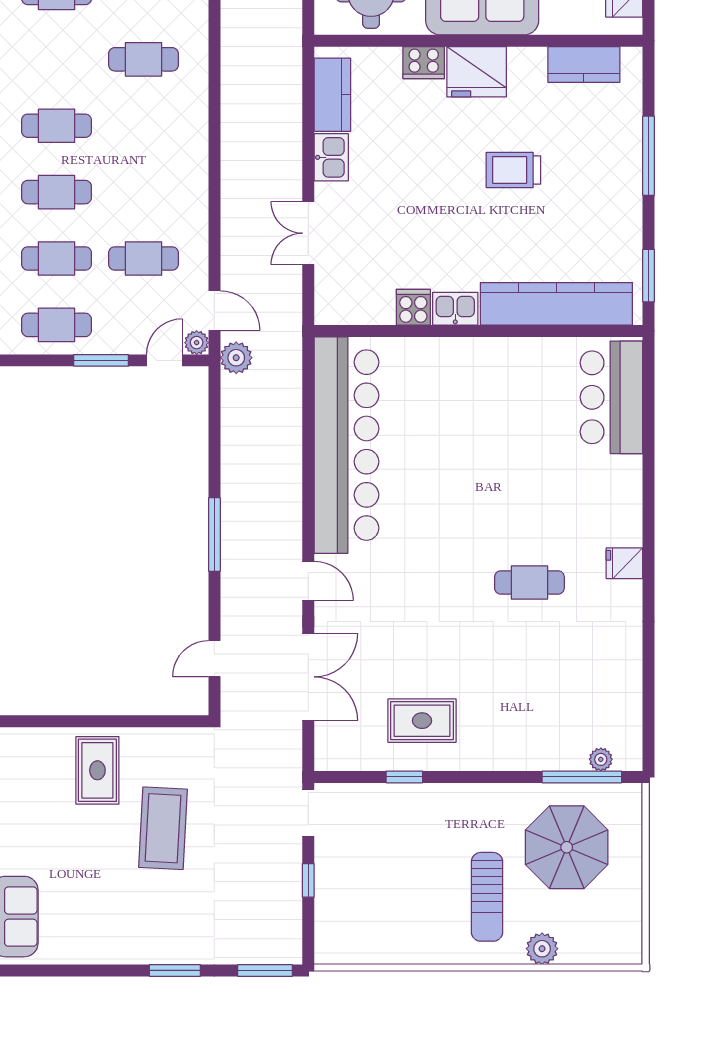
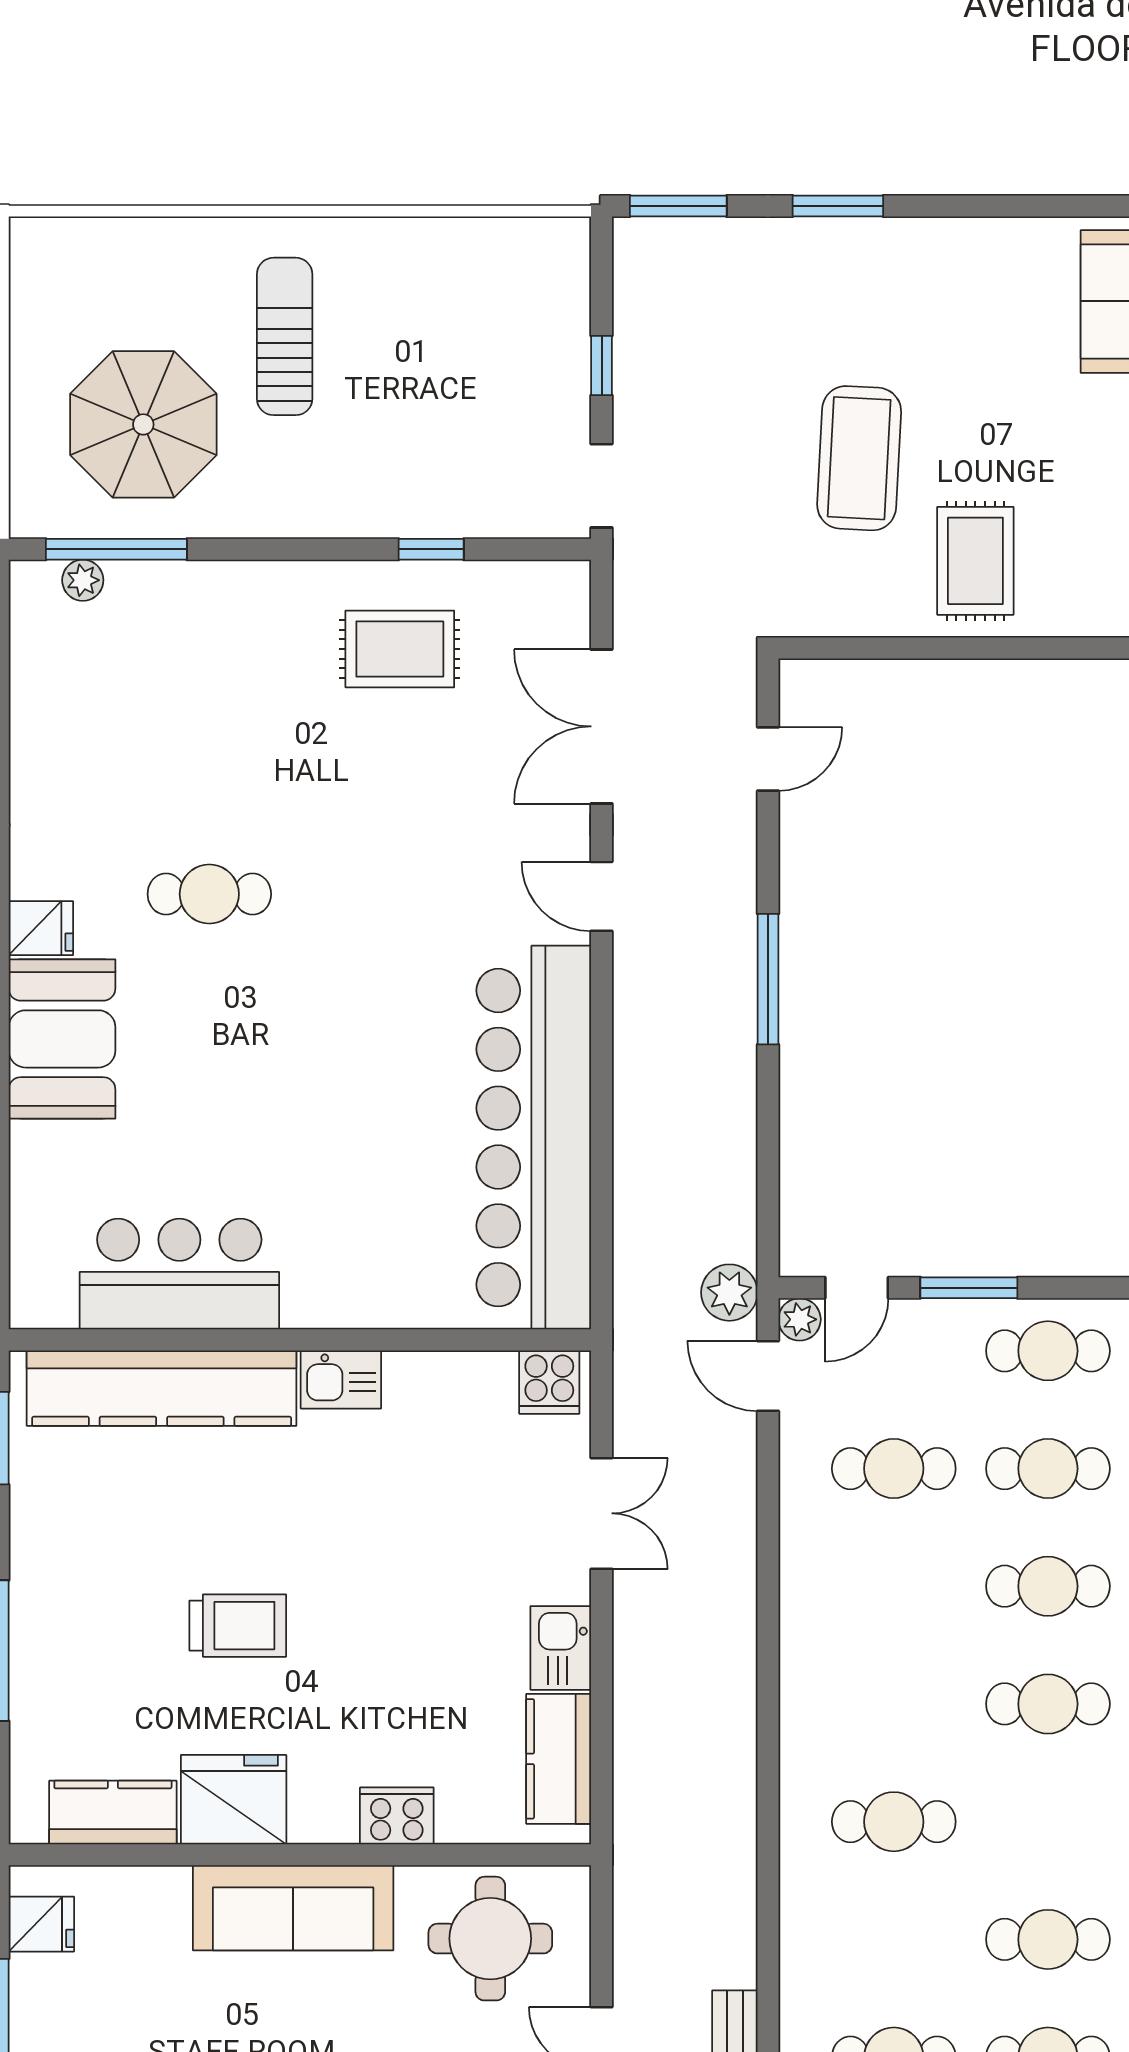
fridge: (477, 72) -> (234, 1800), moved
cooker: (413, 307) -> (549, 1382), moved
bar counter: (611, 397) -> (179, 1274), moved, turned -90
booth: (613, 501) -> (62, 1039), added
plant: (542, 949) -> (187, 245), removed

